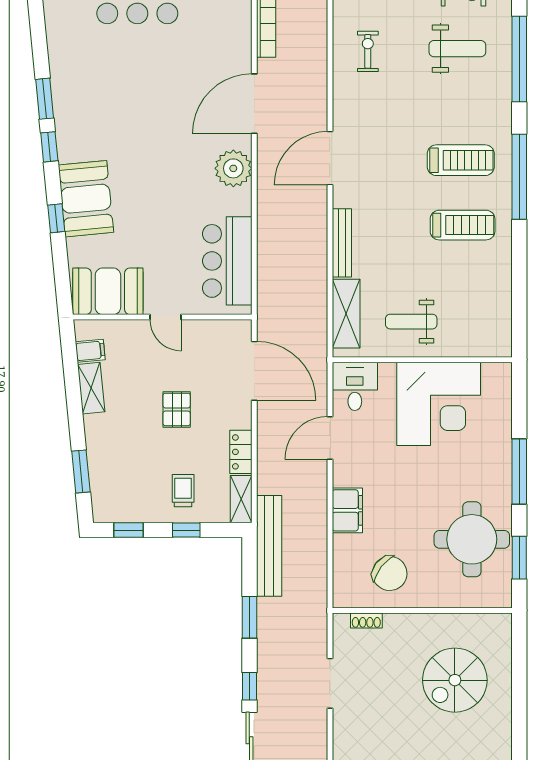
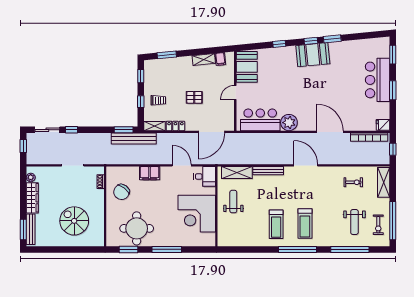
plant: (233, 168) -> (289, 123), moved
booth: (86, 199) -> (313, 55), moved
window: (249, 617) -> (124, 130), moved

